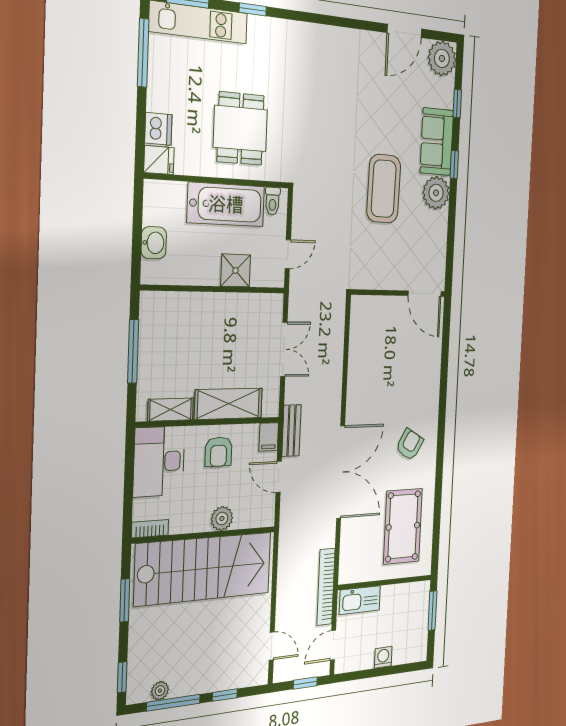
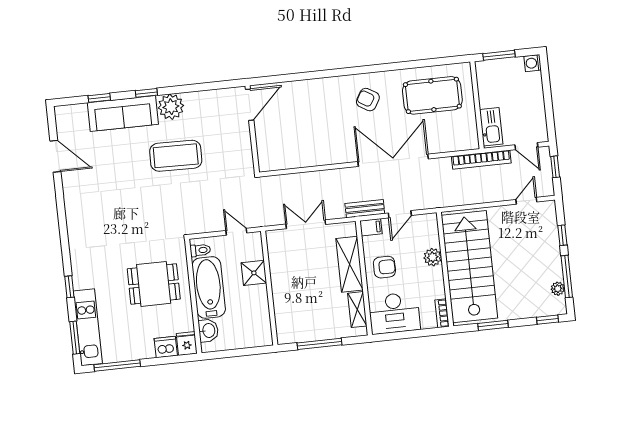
plant: (442, 58) -> (68, 118), removed
sofa: (437, 142) -> (123, 114), width x1.36
washbasin: (154, 243) -> (208, 331), moved, turned 90
washing machine: (383, 657) -> (533, 63), moved

